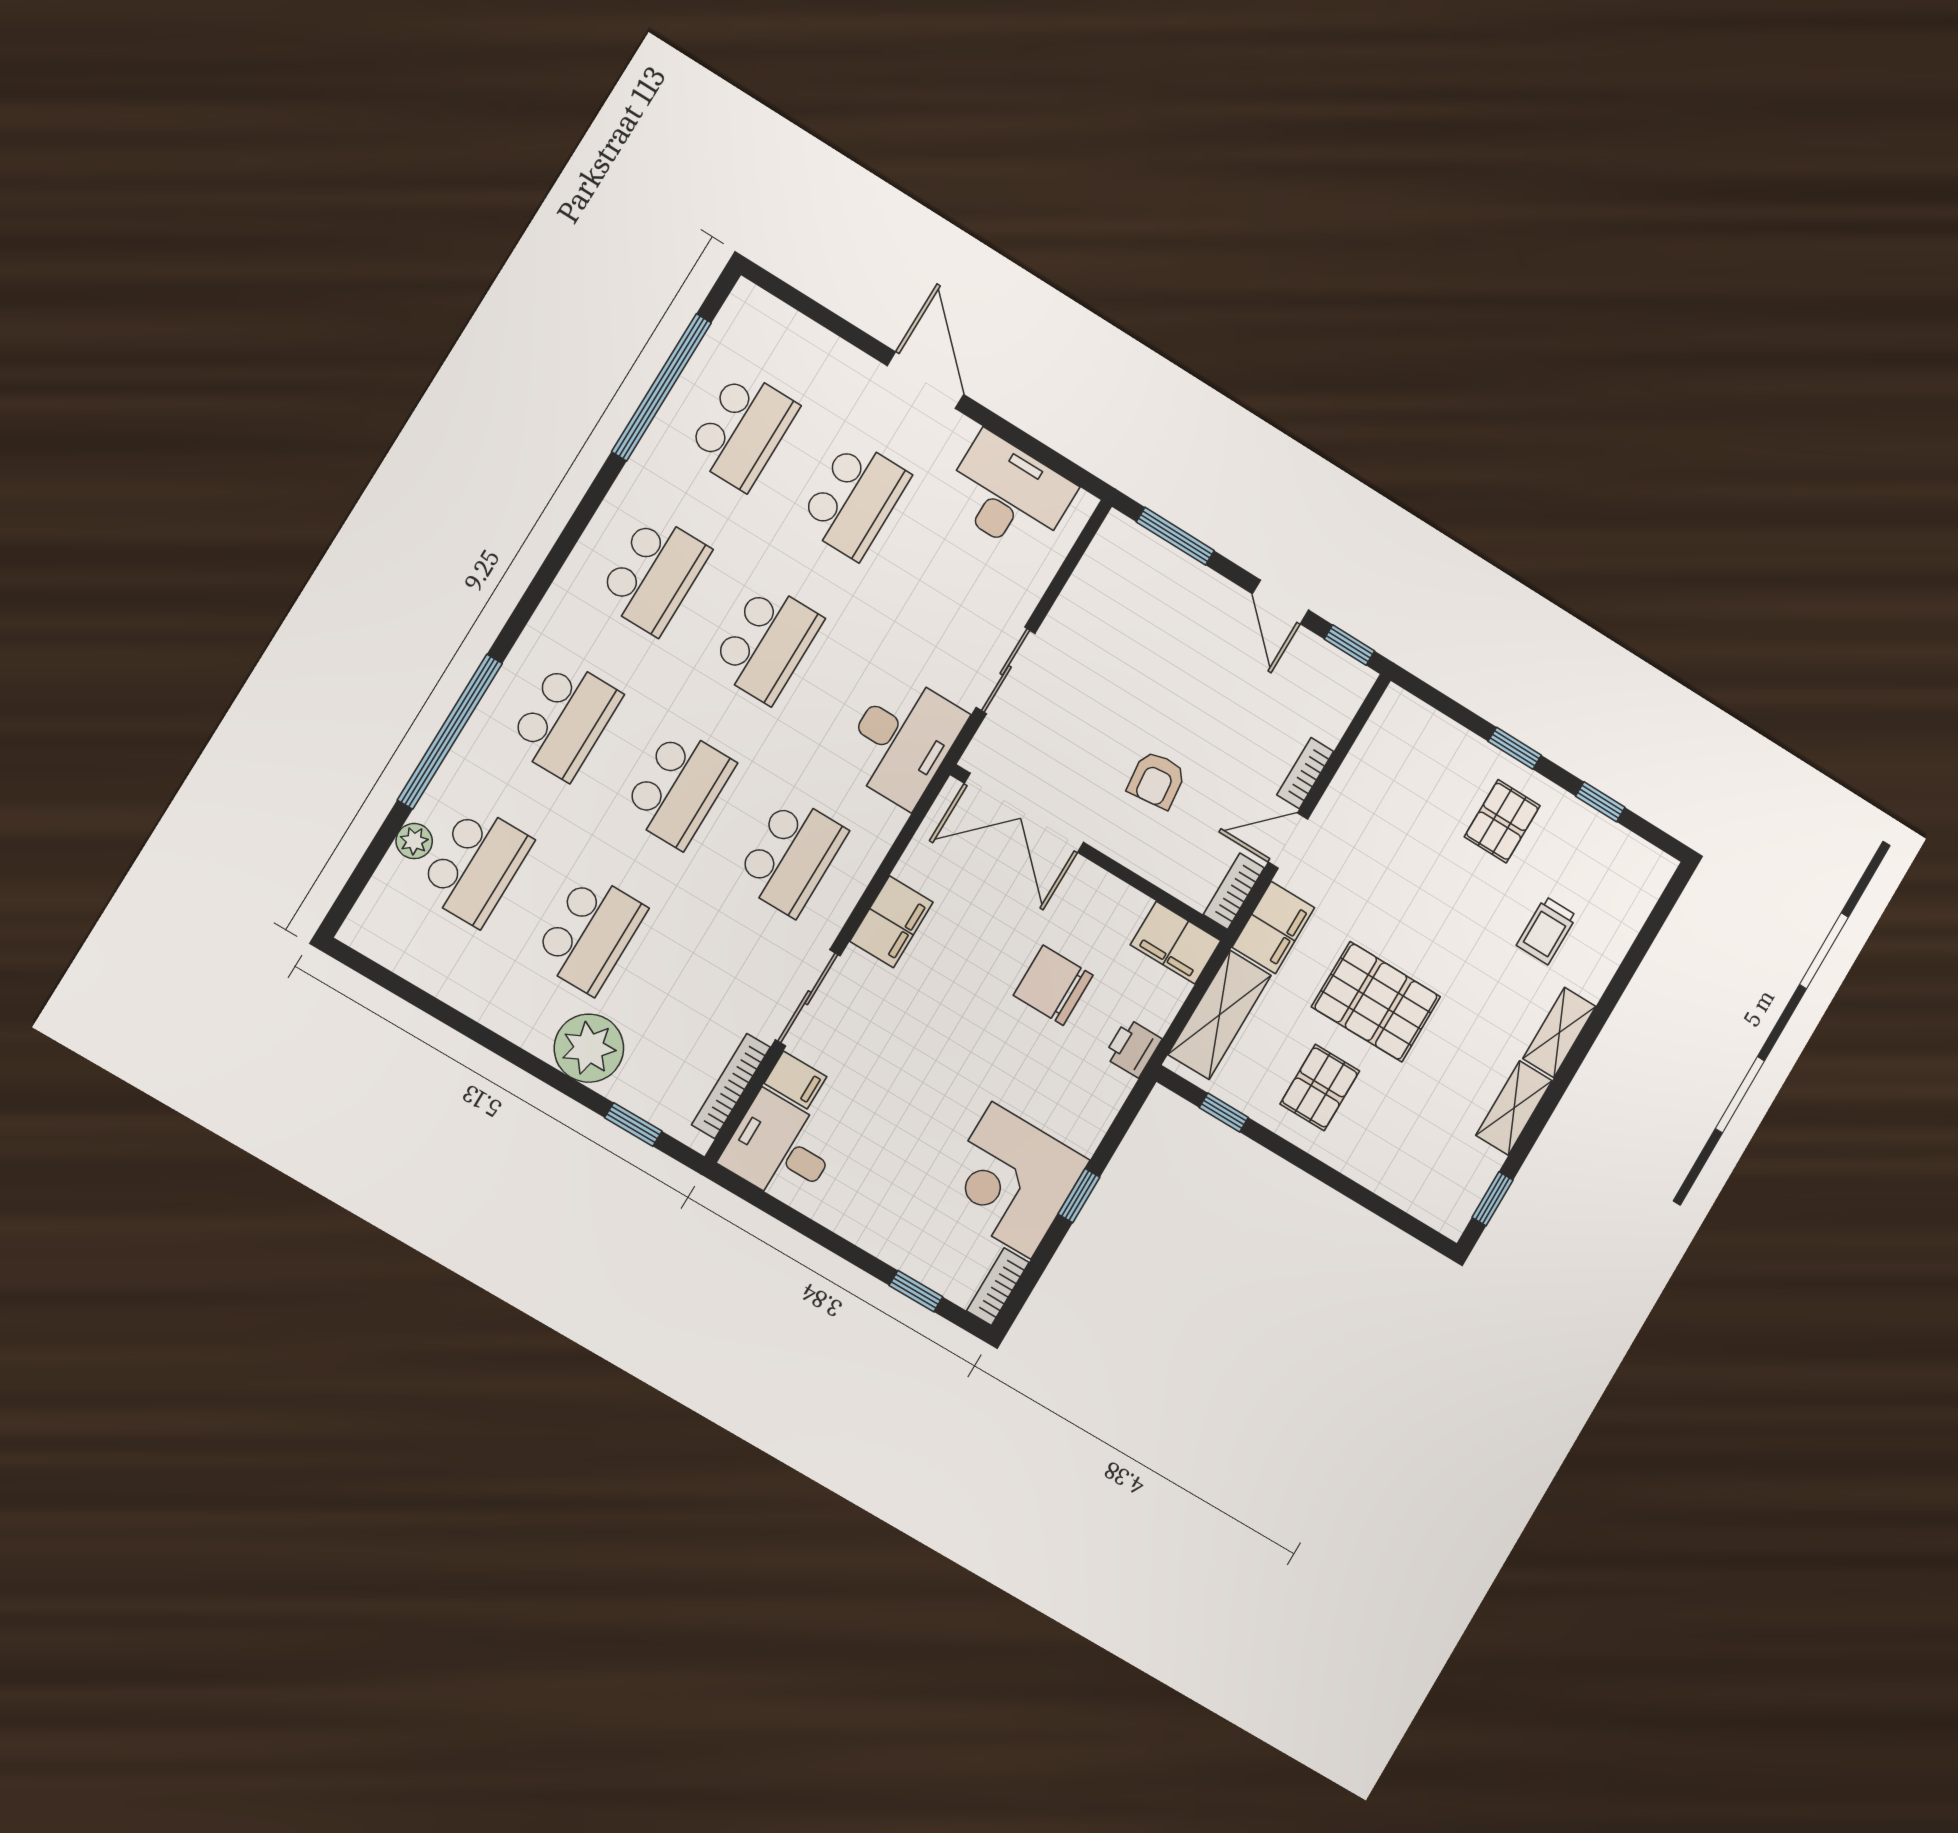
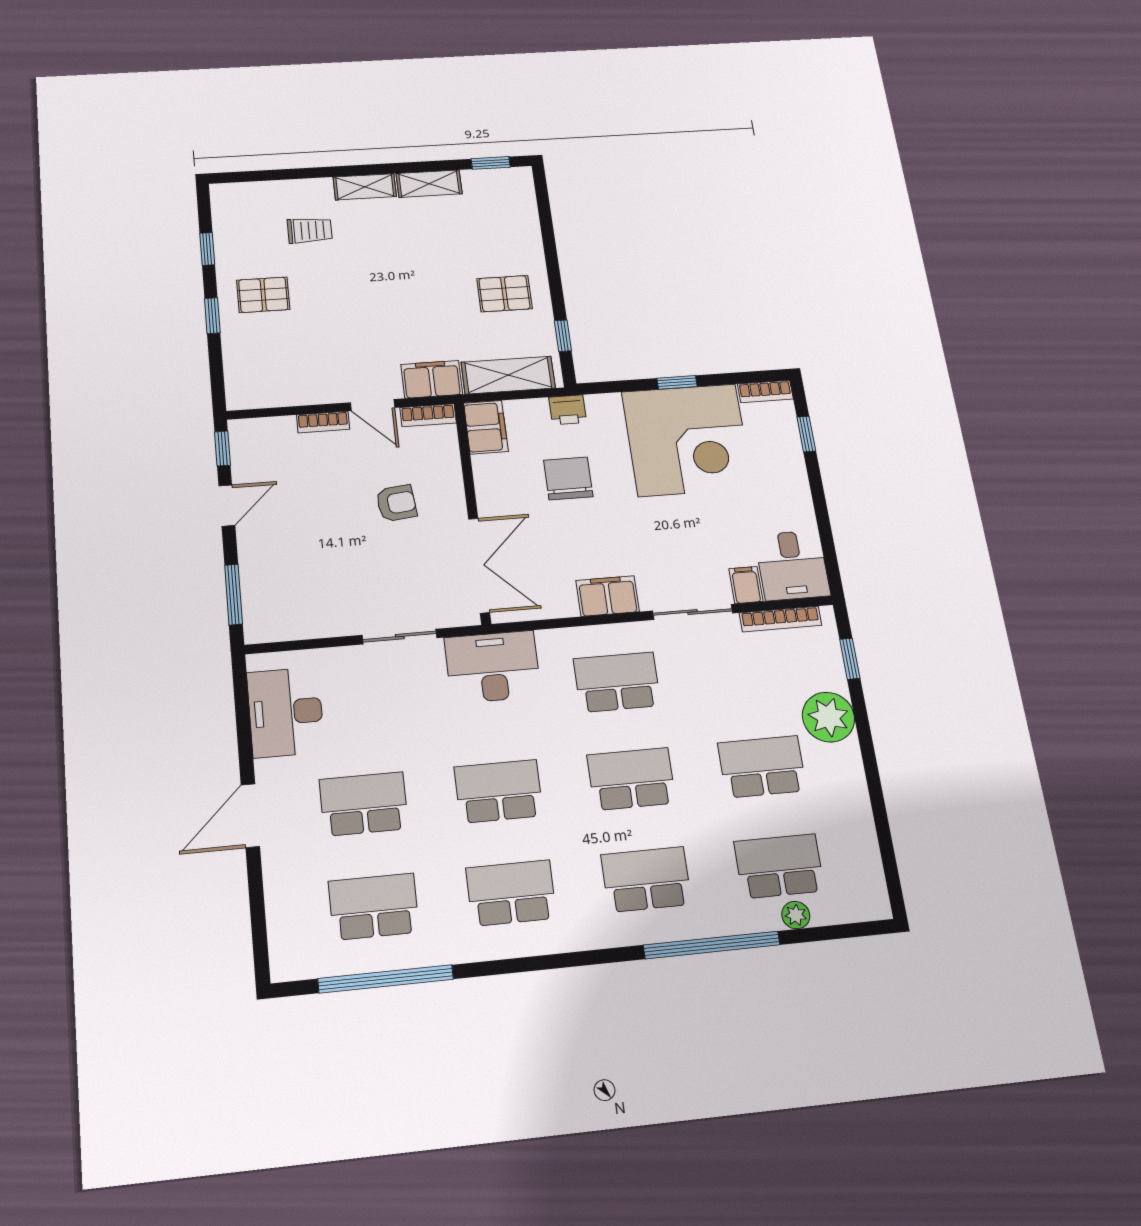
chair: (1053, 985) -> (568, 478), turned 180
pallet: (1376, 1002) -> (429, 295), removed
corner desk: (1011, 1180) -> (687, 440), width x1.36, depth x1.36

